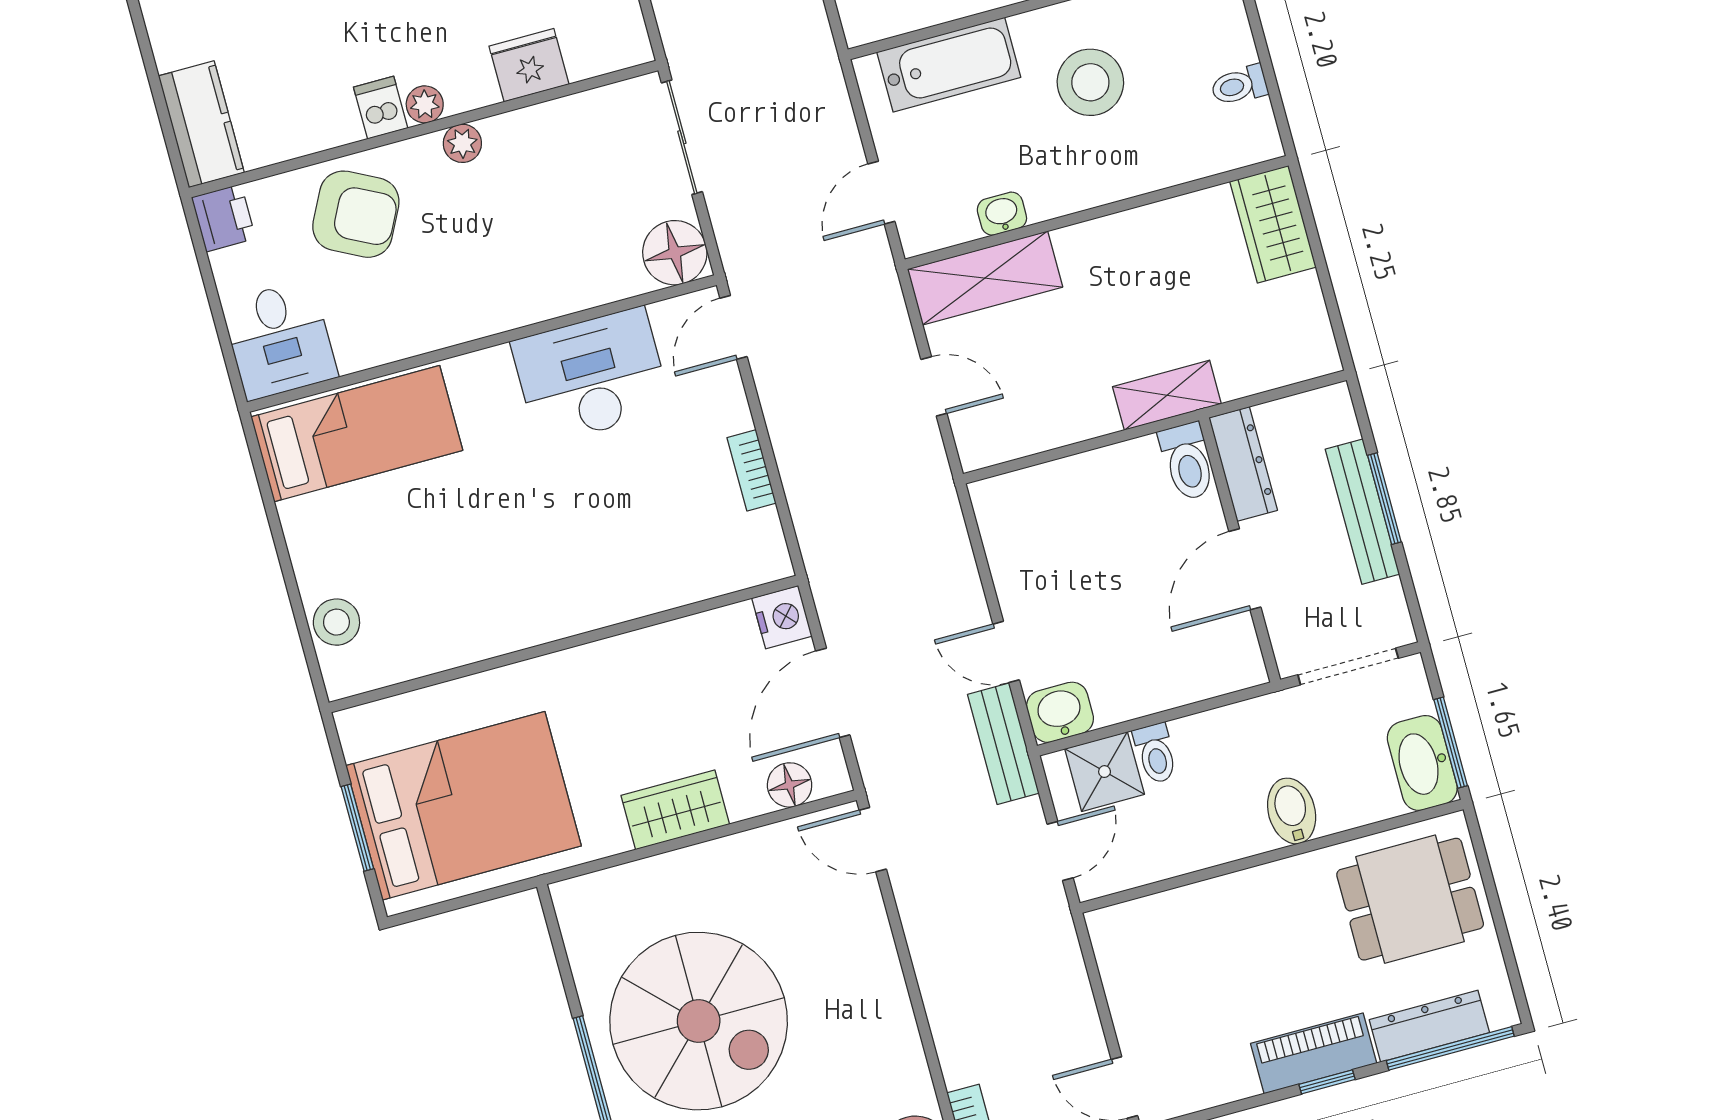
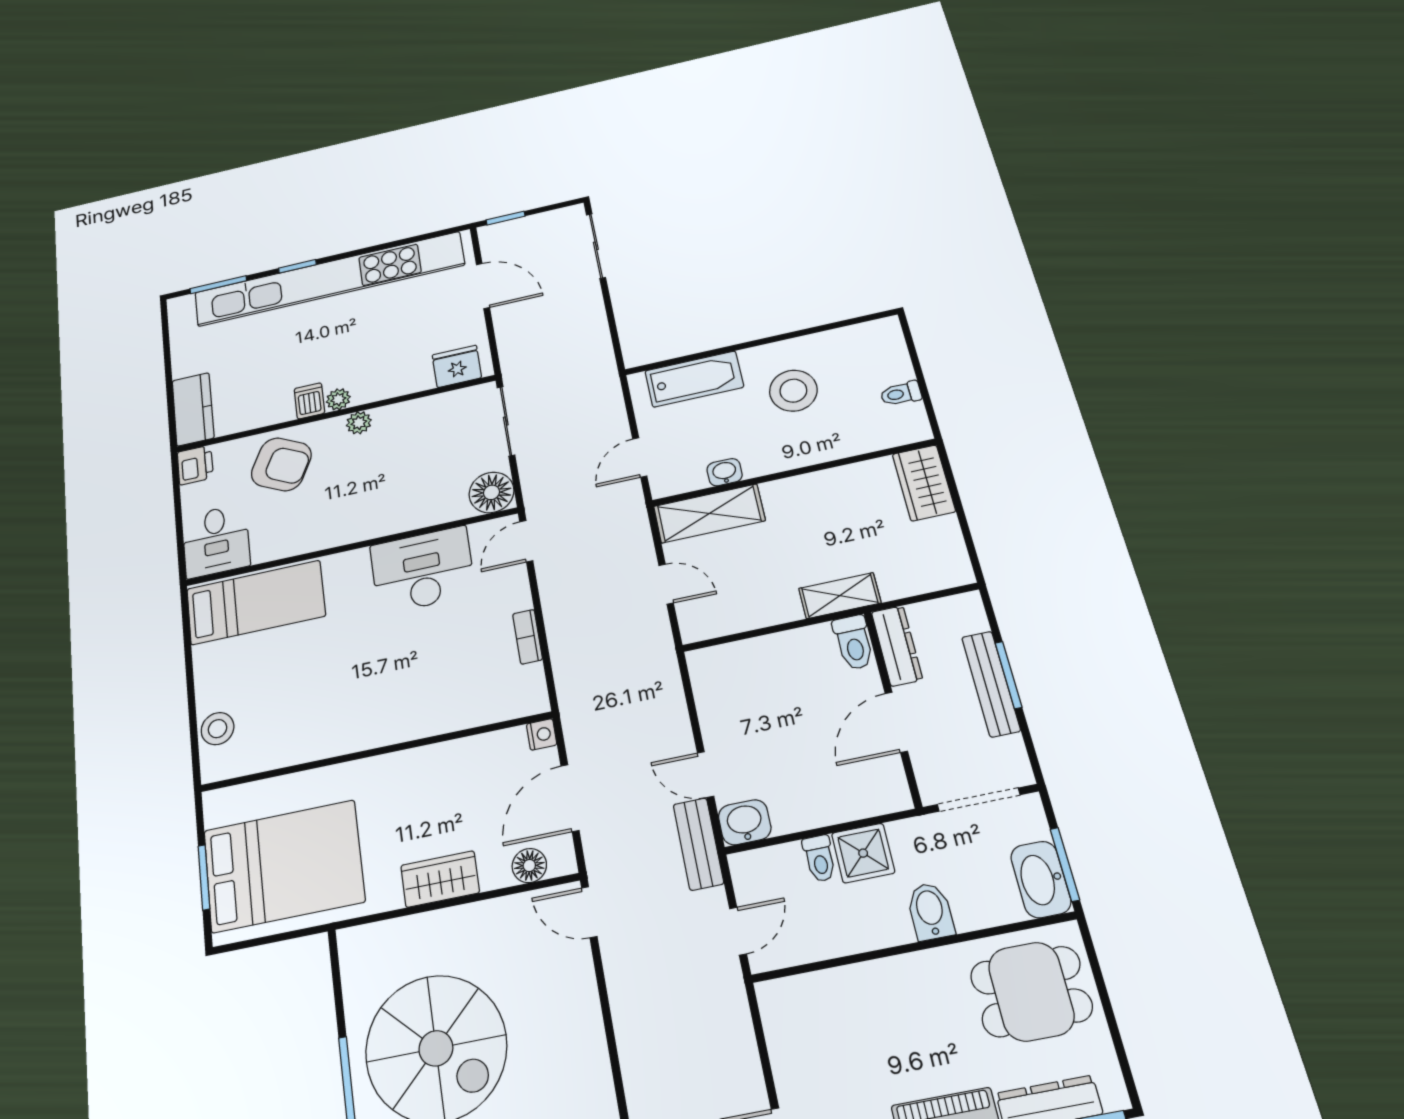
fridge: (529, 65) -> (457, 366), moved
nightstand: (782, 617) -> (542, 734), width x0.72, depth x0.74
shower: (1105, 772) -> (863, 853), moved

